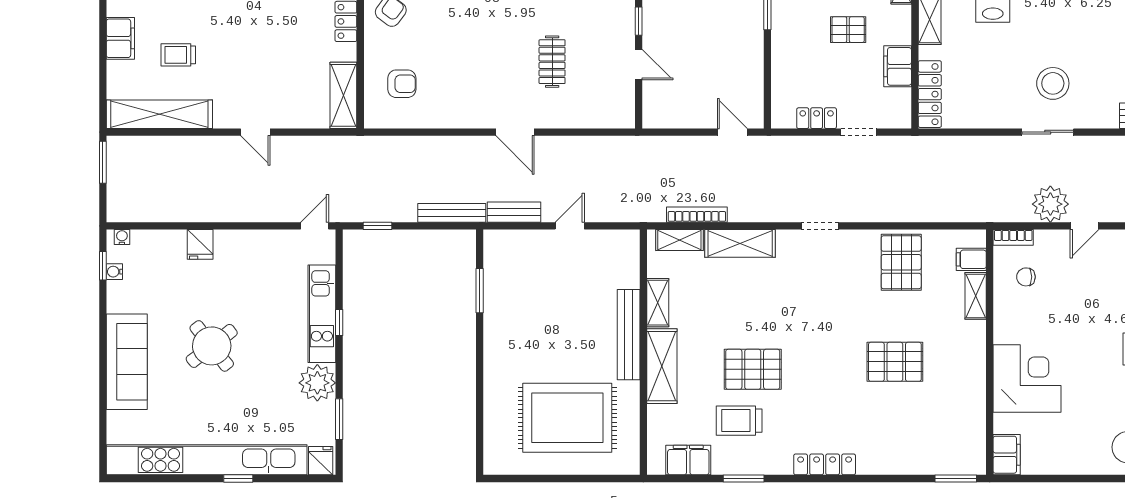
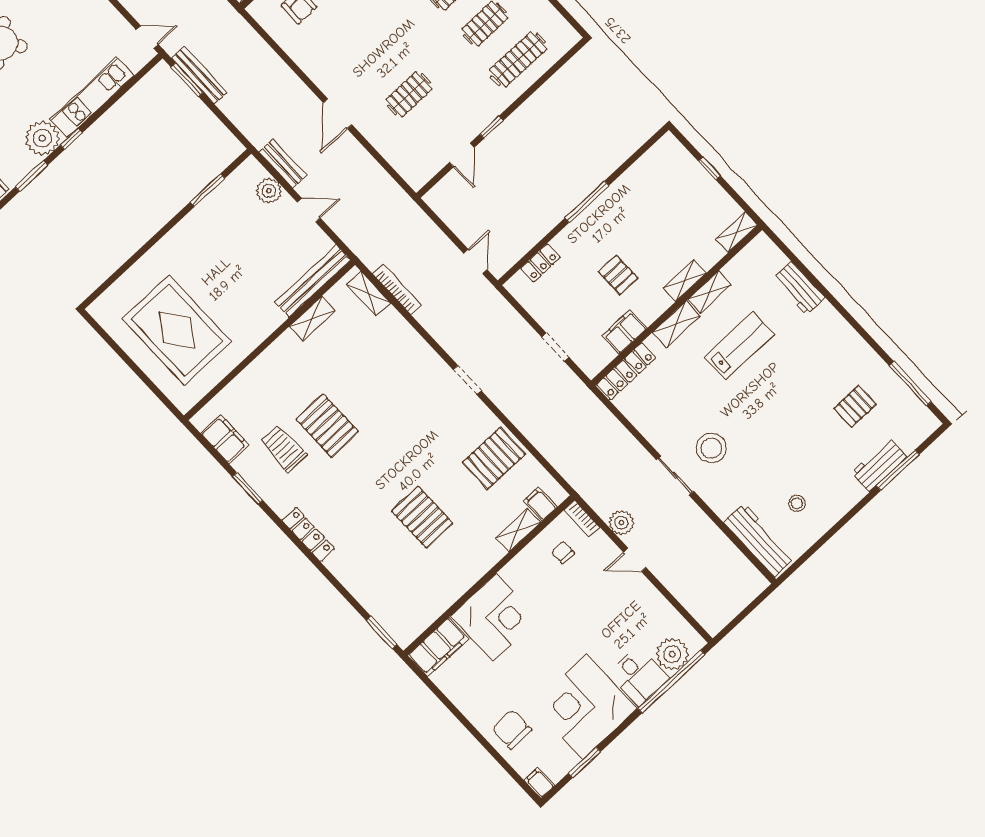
locker: (817, 118) -> (540, 263), moved, turned 90
plant: (1050, 204) -> (621, 523), width x0.73, depth x0.73
bench: (452, 213) -> (199, 75), moved
window: (377, 226) -> (187, 80), width x1.50
plant: (525, 243) -> (269, 191), added
shelving: (740, 243) -> (405, 337), removed
window: (339, 323) -> (71, 139), moved
bench: (629, 335) -> (313, 281), moved
shelving: (662, 366) -> (272, 362), removed
filing cabinet: (1007, 455) -> (438, 647), width x1.50, depth x1.17

